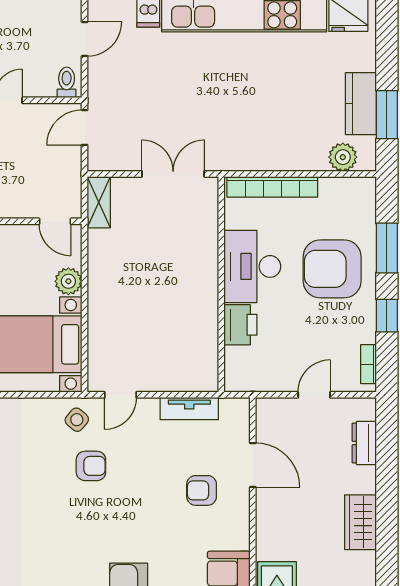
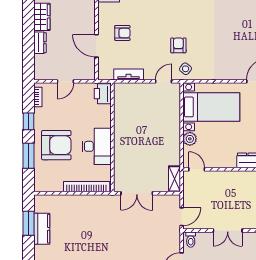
plant: (343, 157) -> (51, 202), removed
printer: (240, 325) -> (103, 94), moved
dresser: (364, 443) -> (40, 43), moved
armchair: (91, 466) -> (178, 45), turned 90

